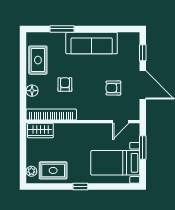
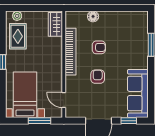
sofa: (92, 43) -> (138, 94), moved
rug: (38, 60) -> (122, 22), removed
armchair: (113, 88) -> (98, 77), moved
bookcase: (51, 114) -> (71, 52), moved

